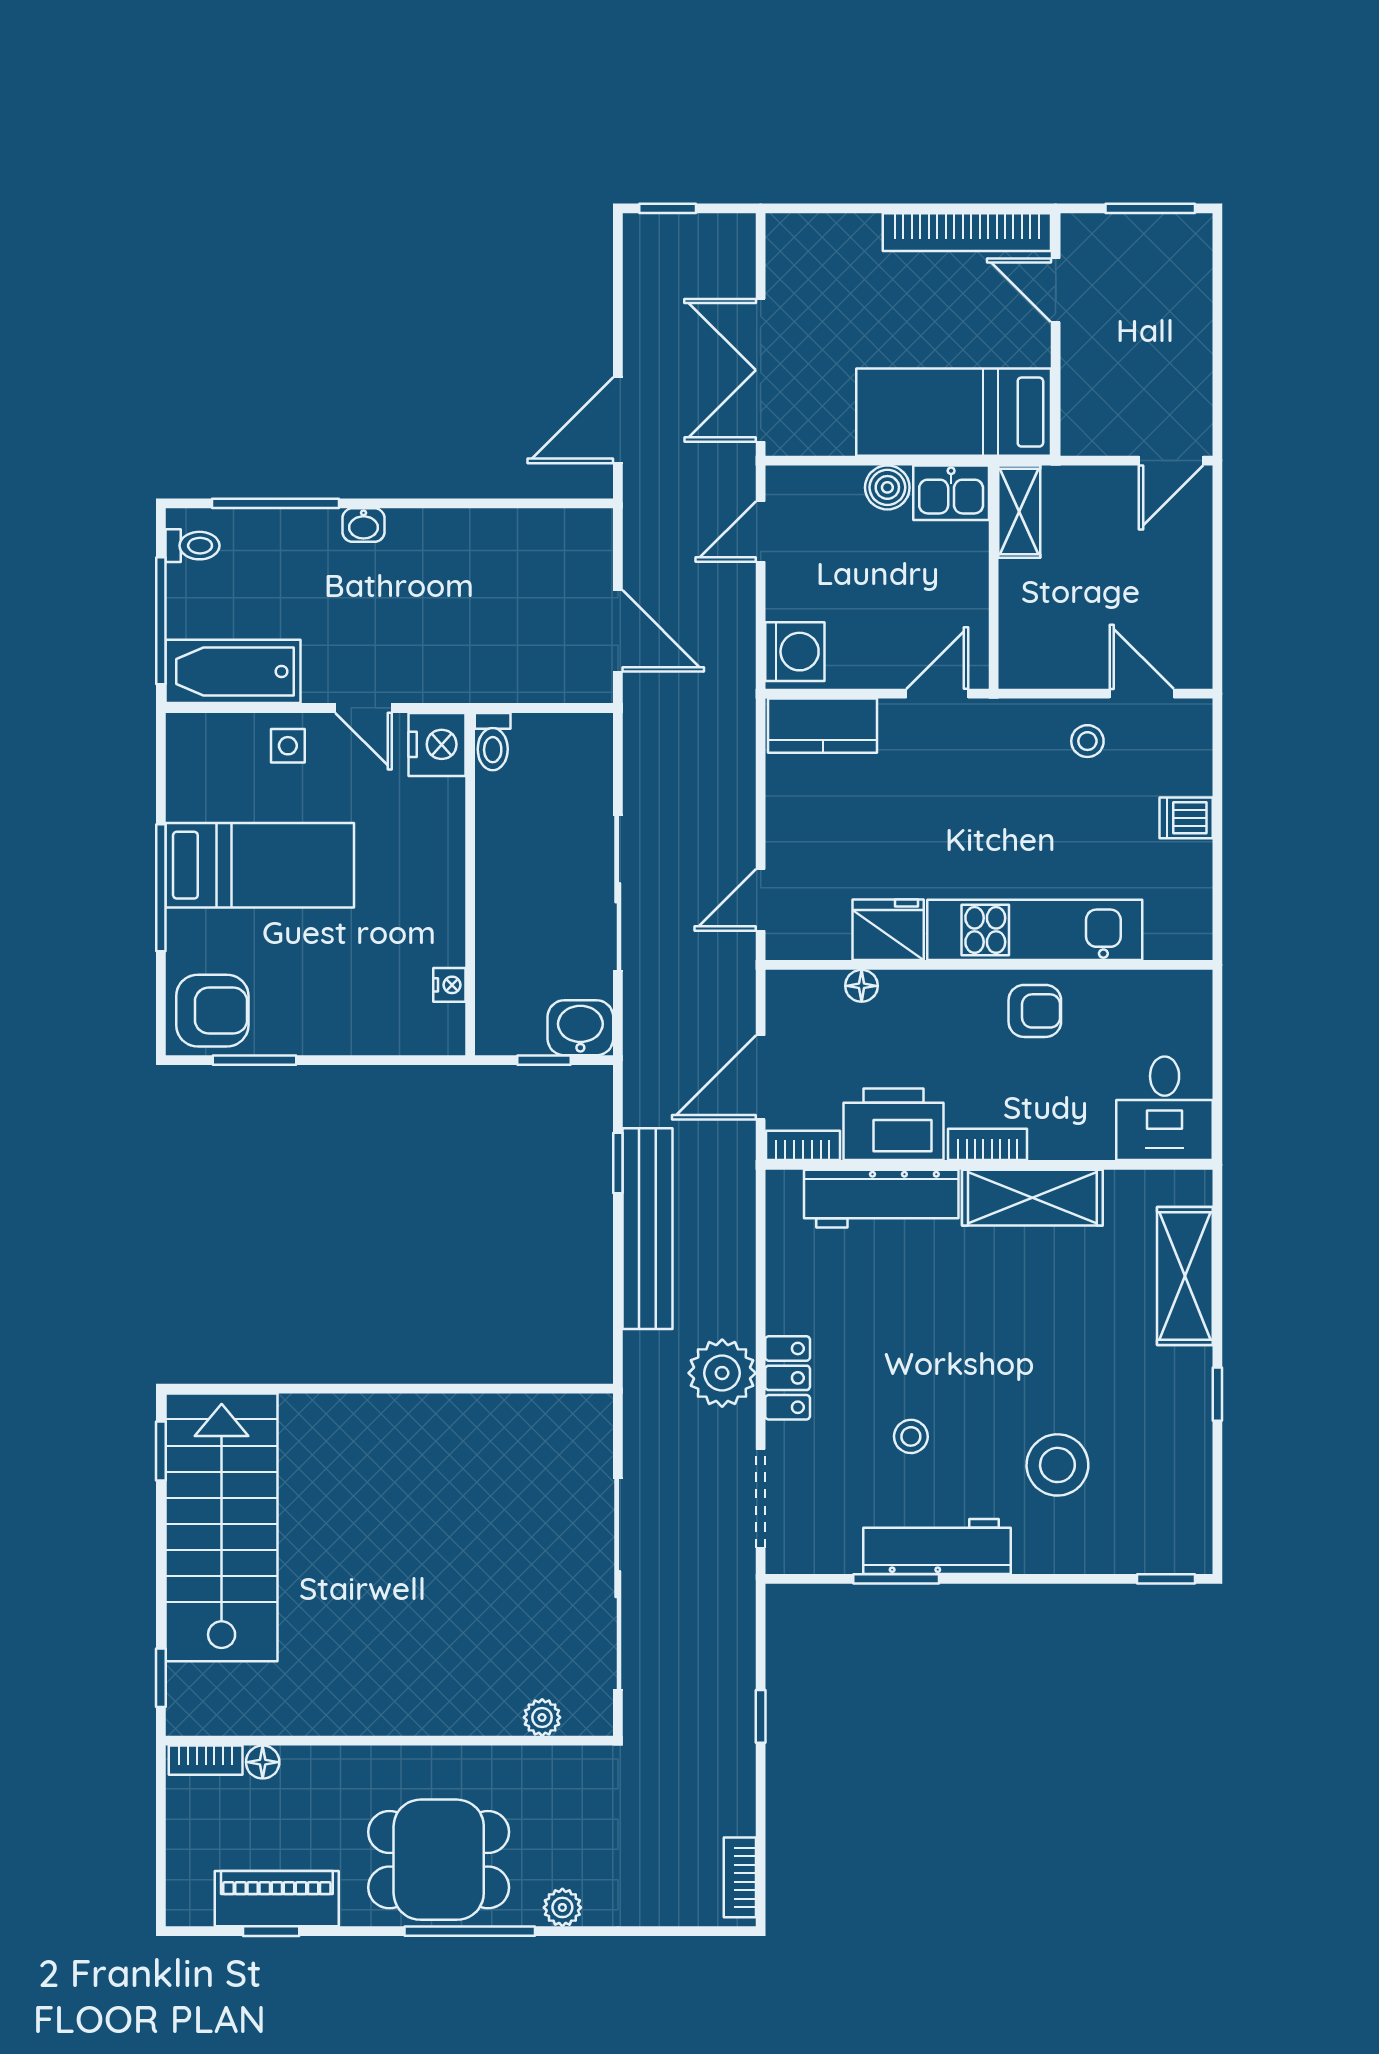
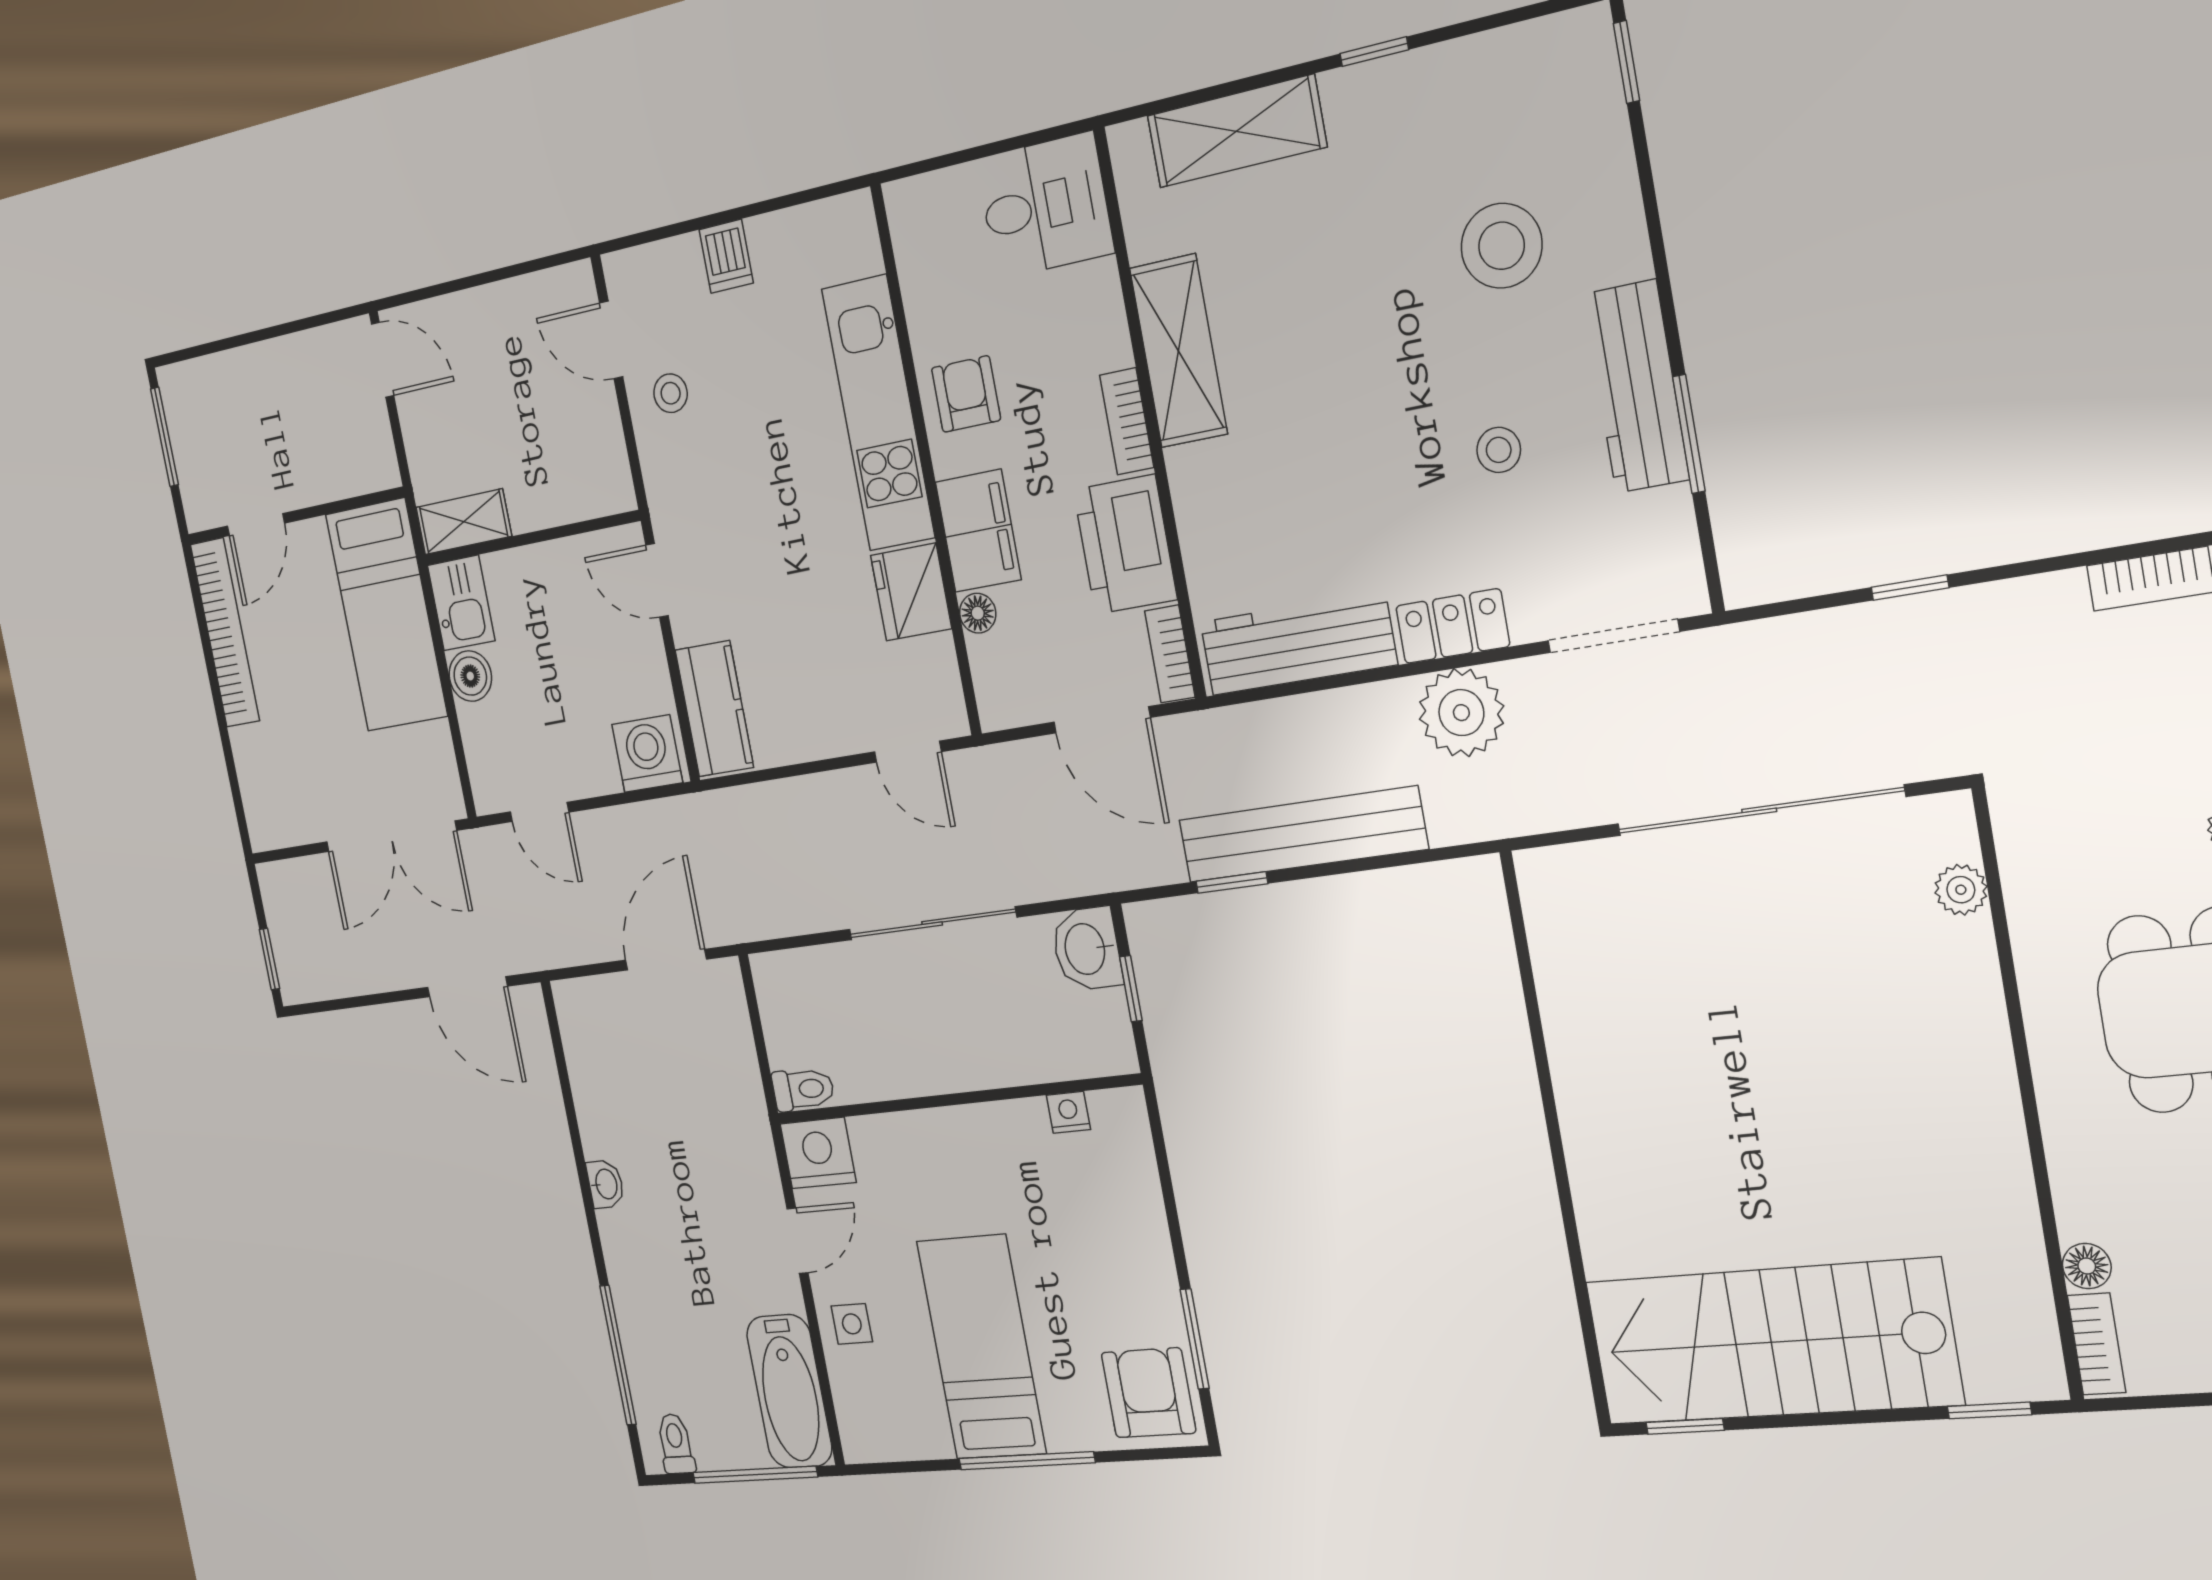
washbasin: (364, 525) -> (605, 1184), moved
door: (1142, 694) -> (611, 340), hinge flipped
filing cabinet: (926, 1000) -> (978, 531), added
workbench: (881, 1199) -> (1298, 643), moved, turned -90

